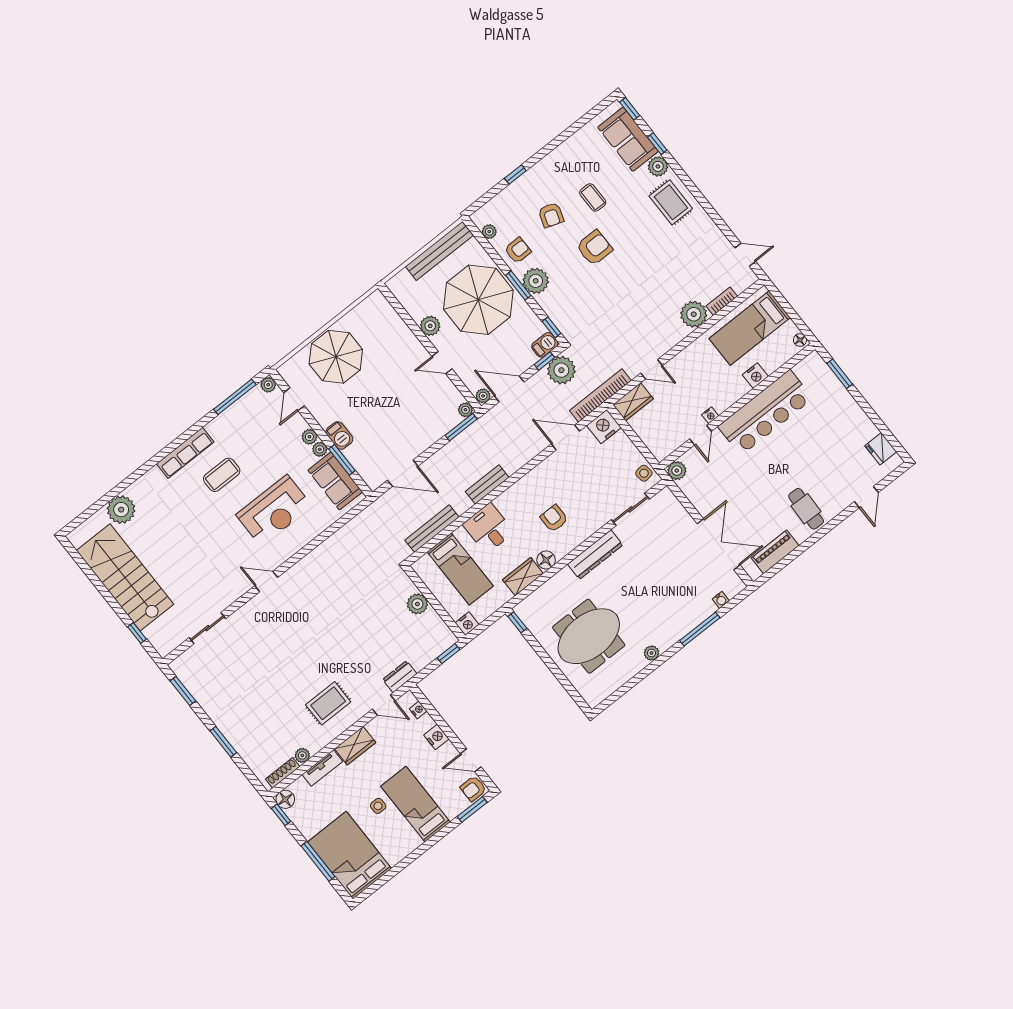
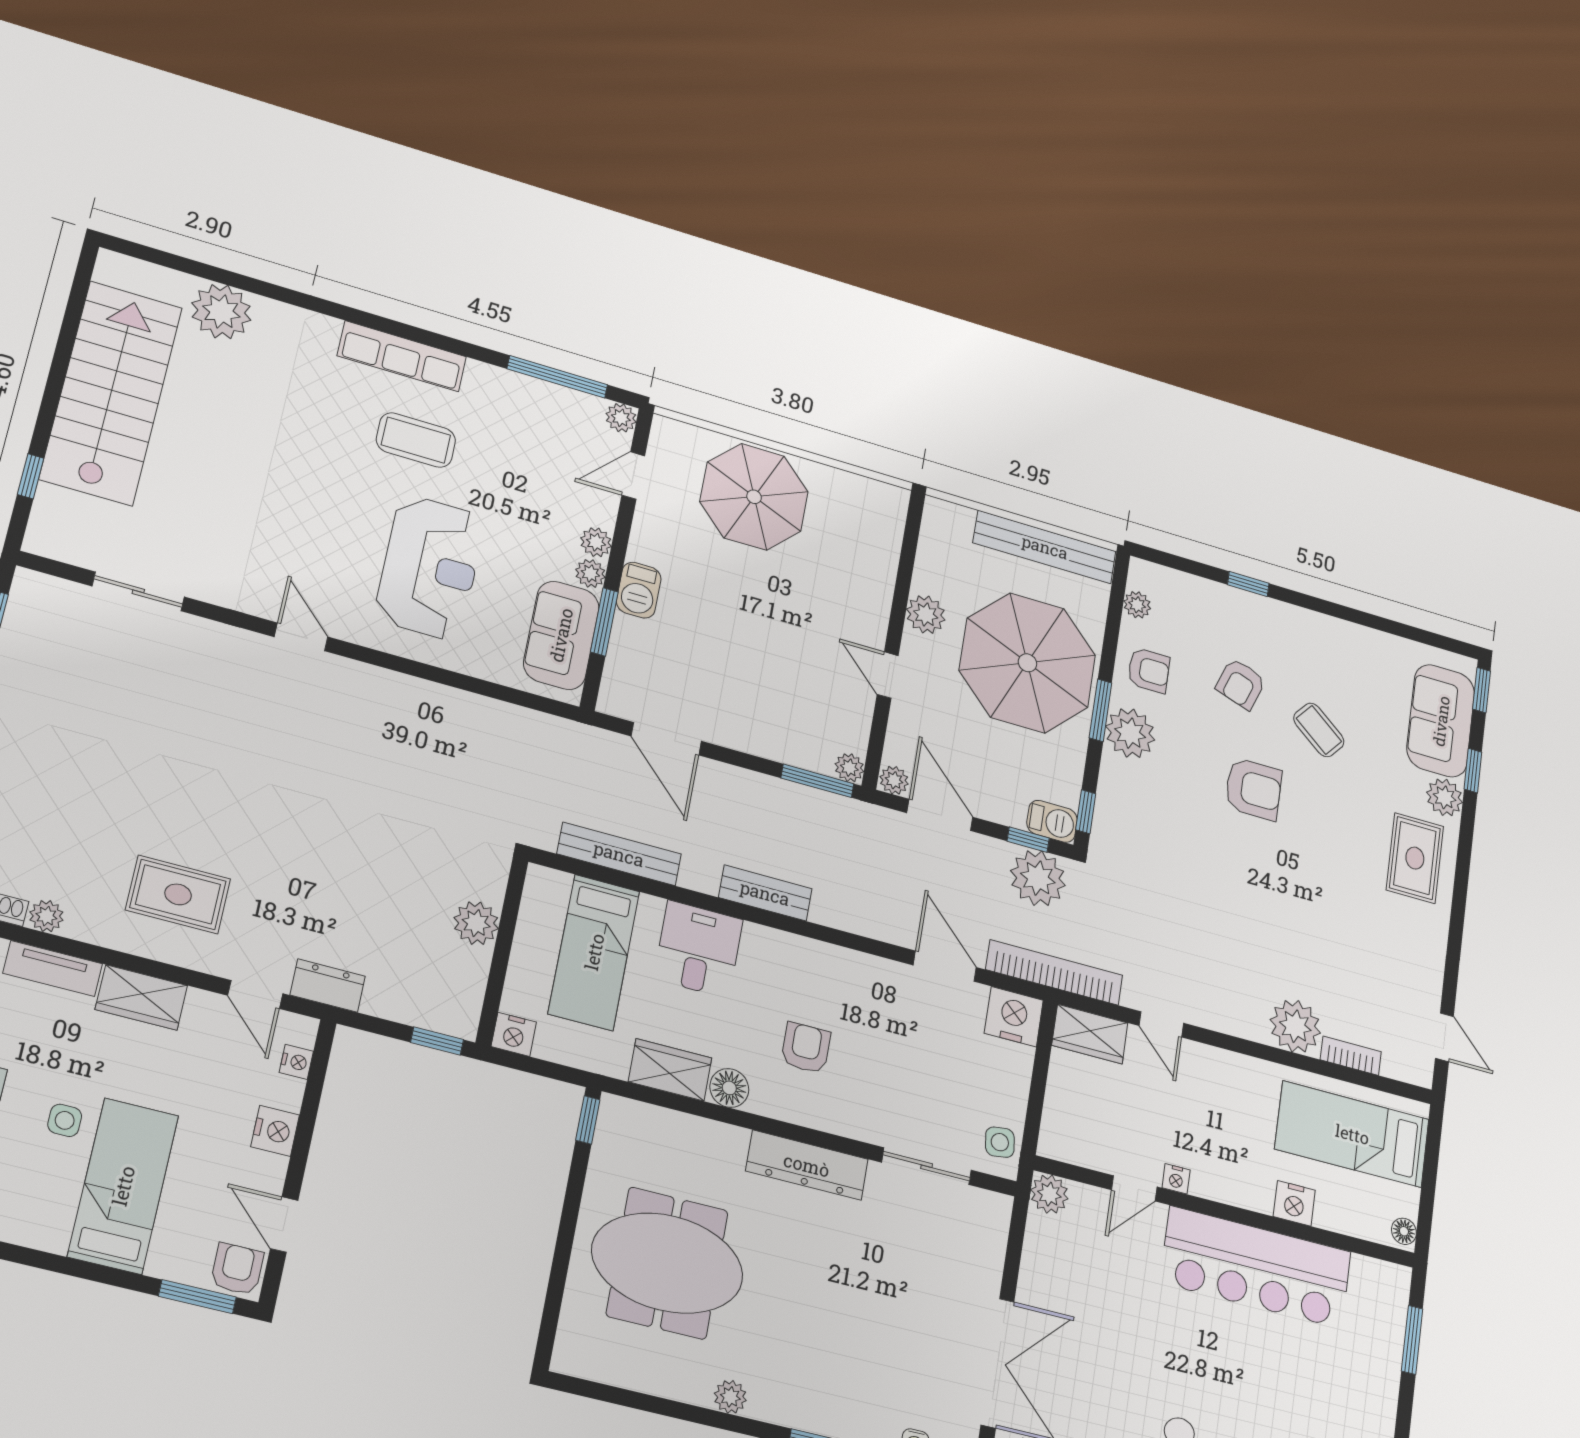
coffee table: (593, 197) -> (1319, 730), turned -51
reception desk: (274, 510) -> (430, 567), turned -90
armchair: (473, 789) -> (237, 1269), turned 90

